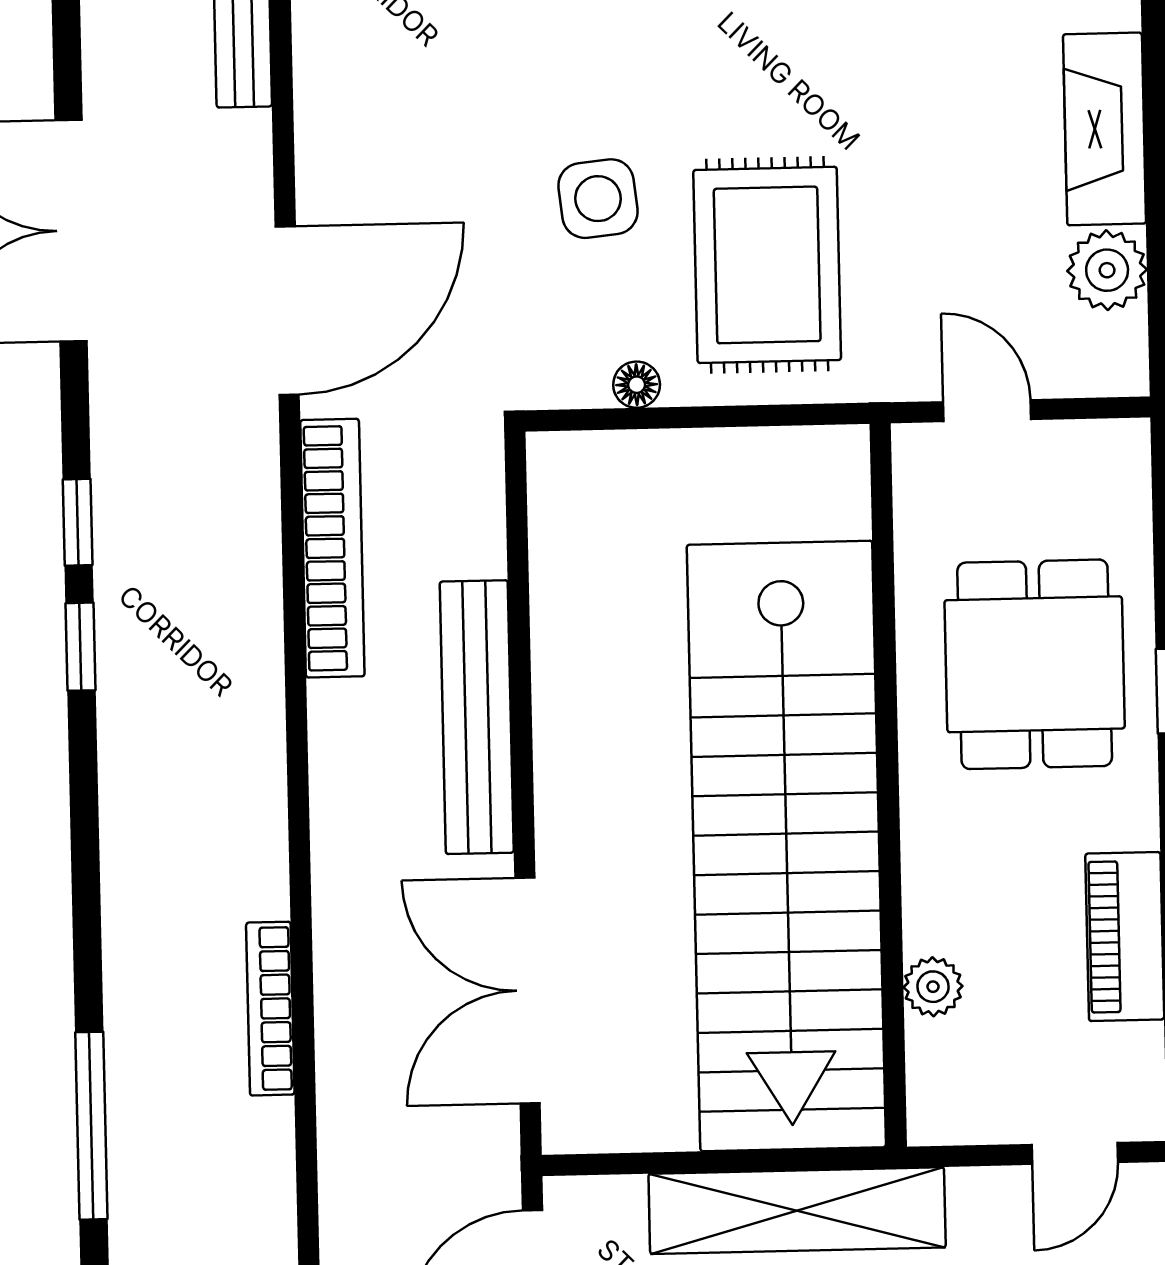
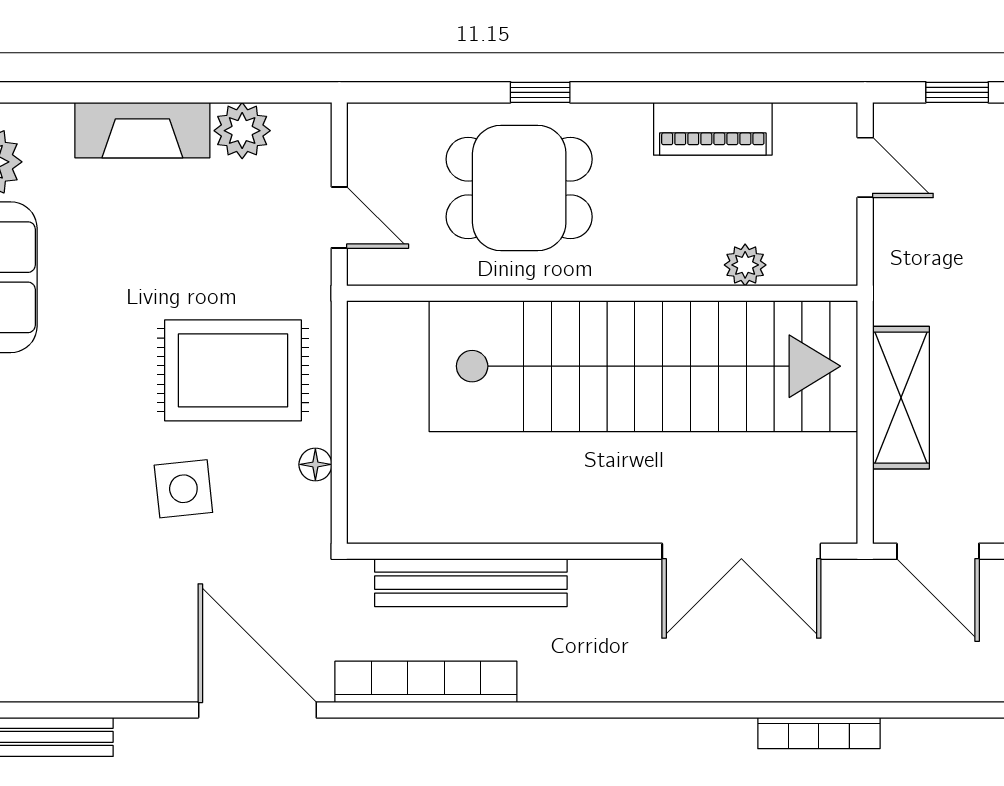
door: (987, 411) -> (339, 217), swing flipped
bench: (477, 717) -> (471, 583), moved
bookcase: (270, 1009) -> (819, 733), moved
shelving: (797, 1211) -> (901, 398), width x0.68

